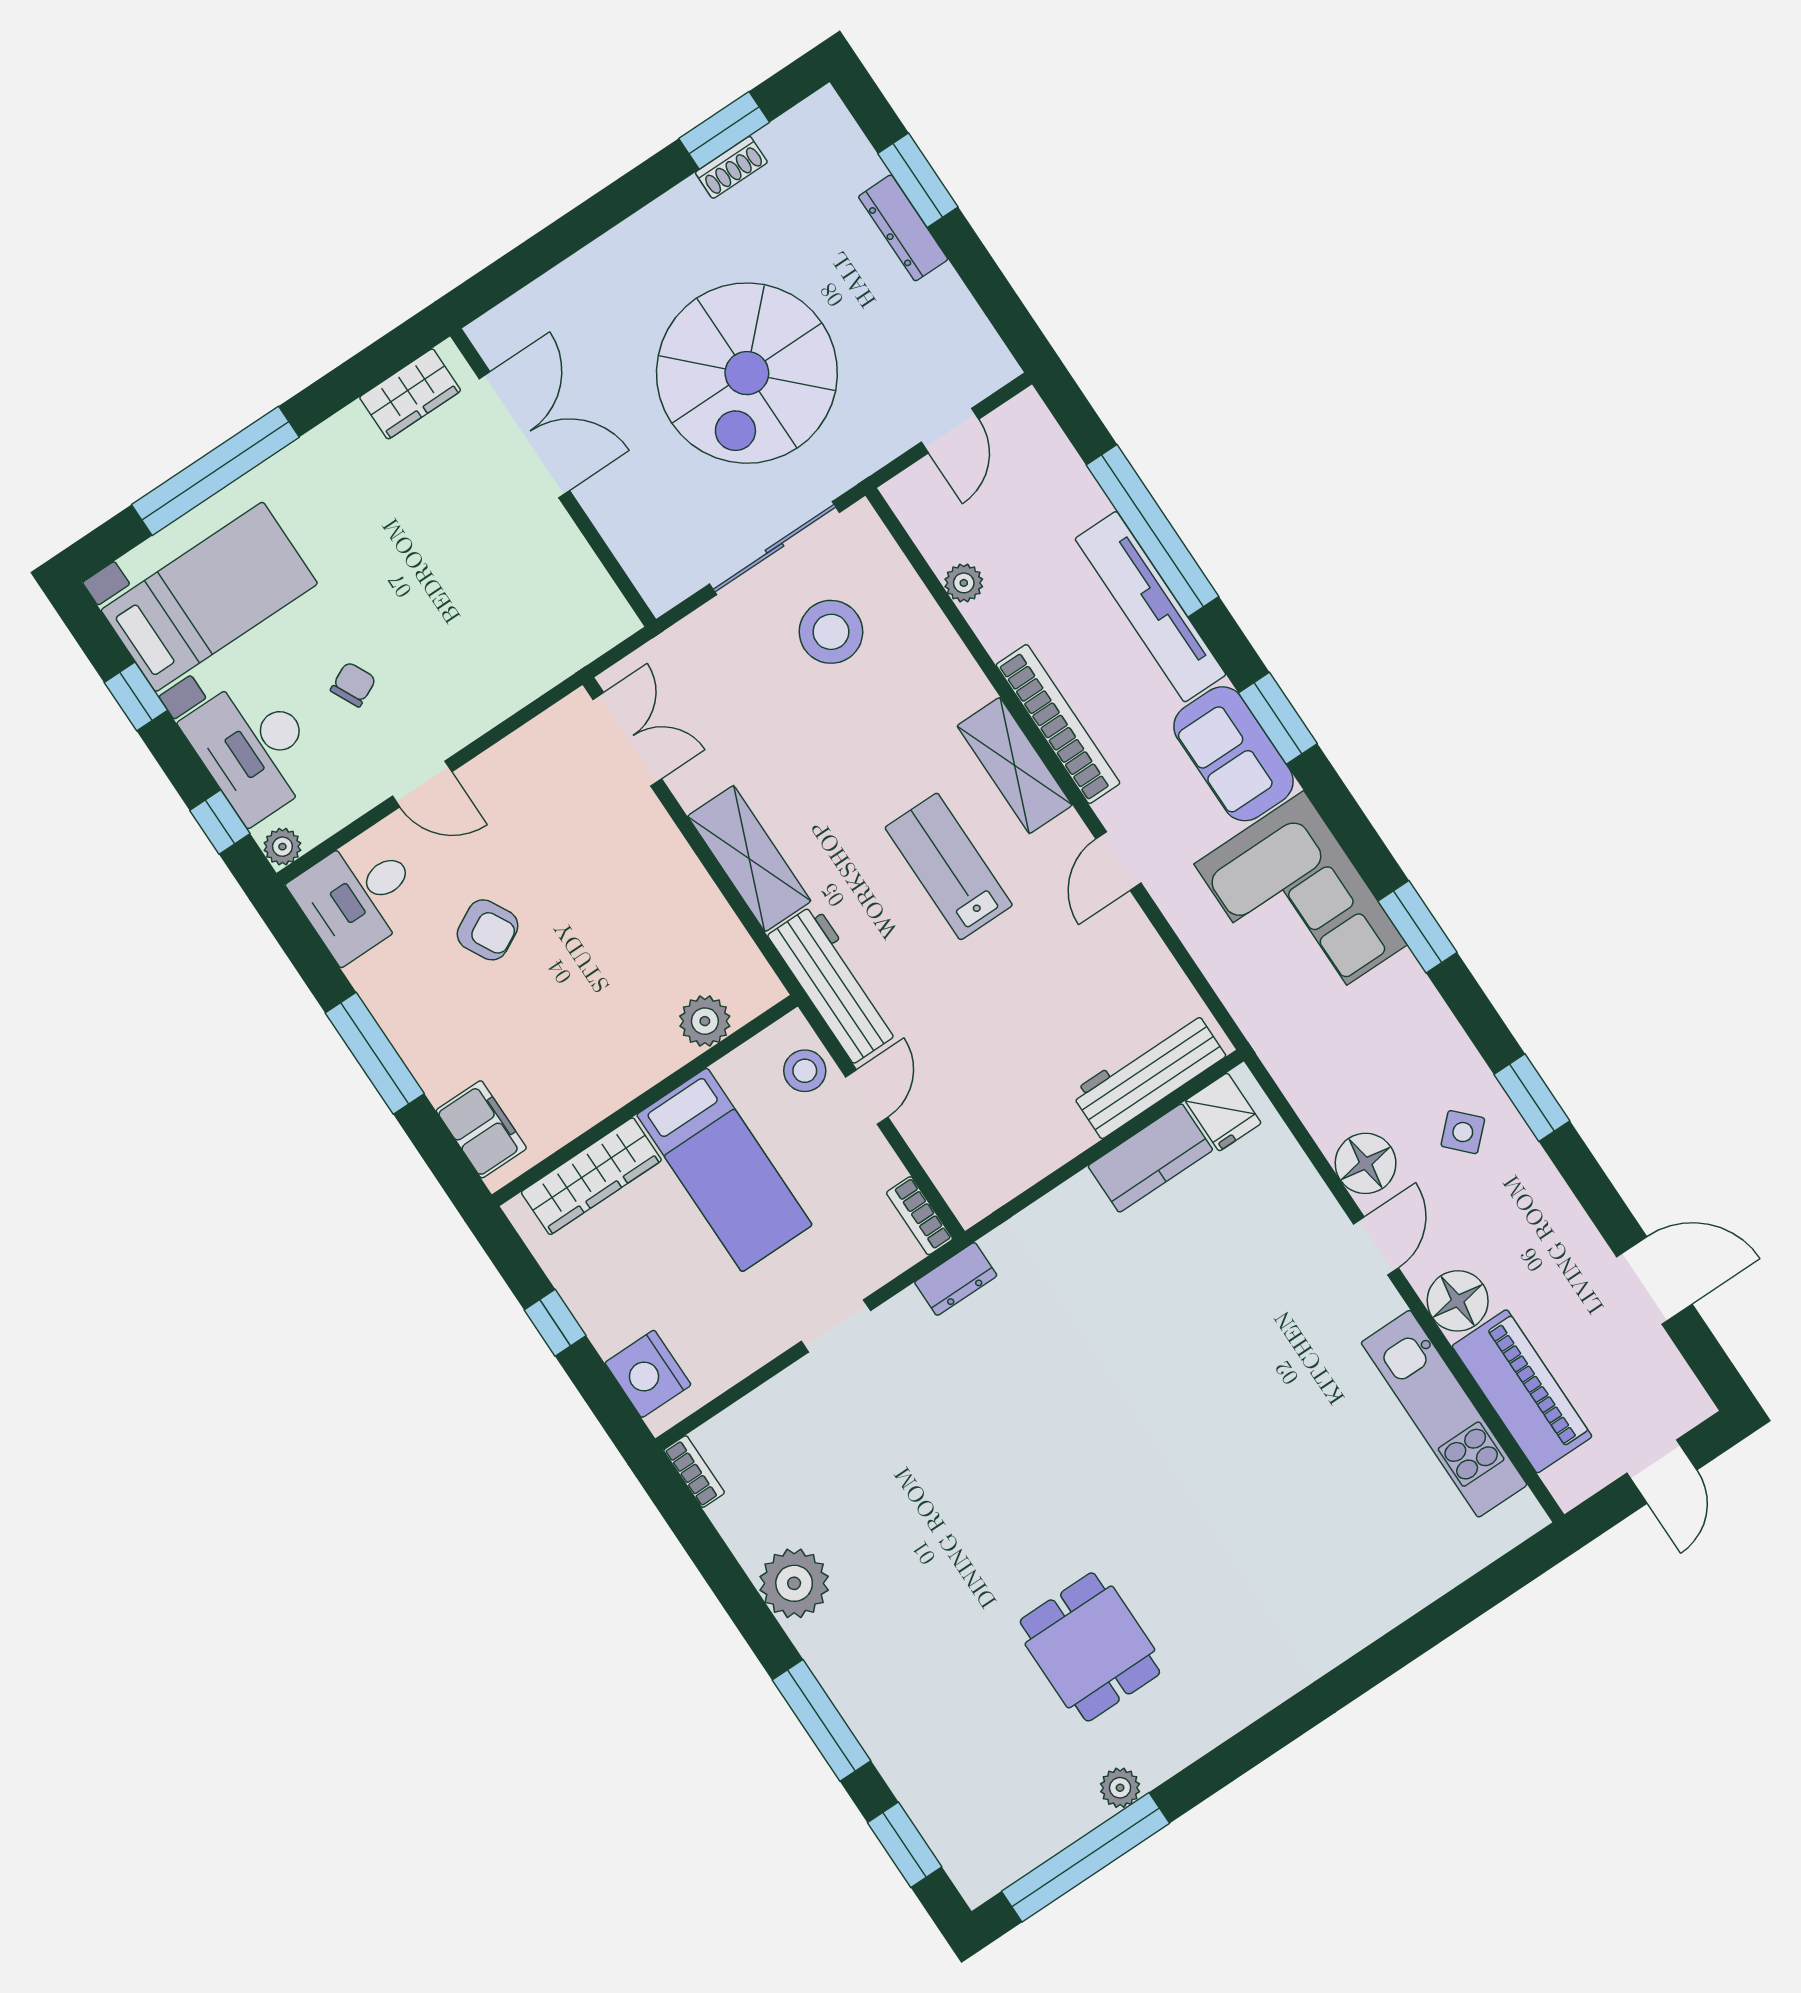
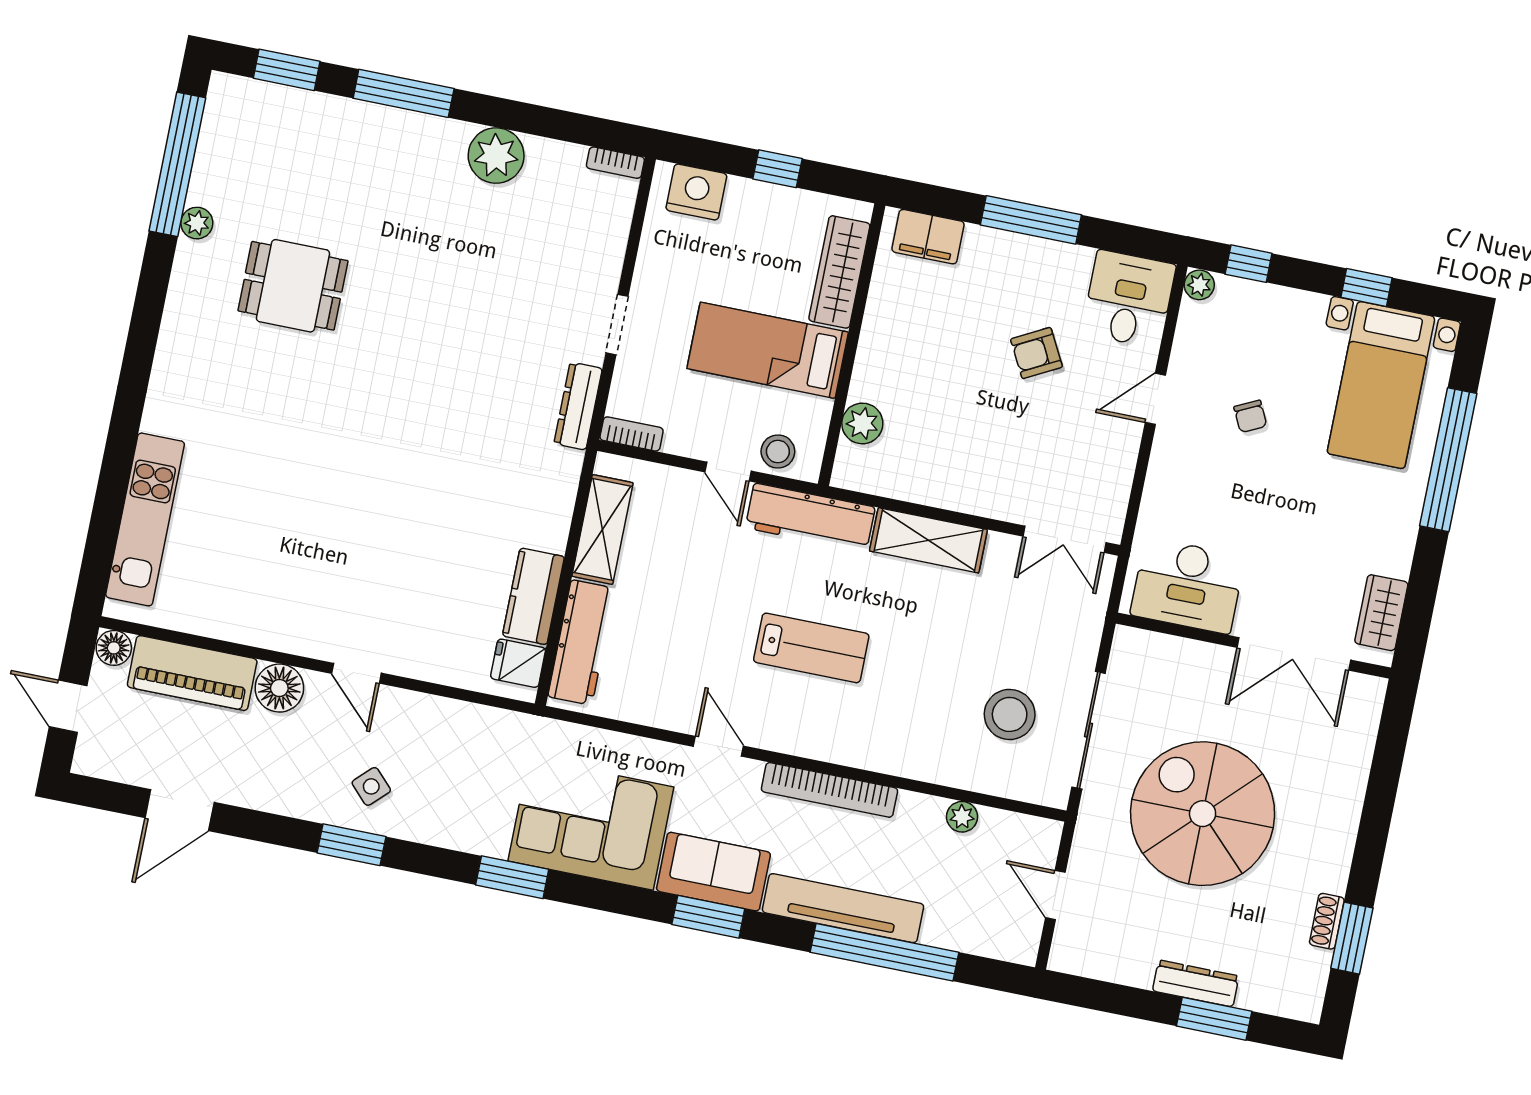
desk: (254, 748) -> (1188, 586), moved, turned 180
shelving: (1015, 766) -> (603, 529), moved, turned 90
floor lamp: (1366, 1163) -> (114, 648), moved, width x0.73, depth x0.73
dresser: (956, 1279) -> (578, 406), width x1.44
kitchen unit: (1444, 1414) -> (145, 519), moved, turned 90

